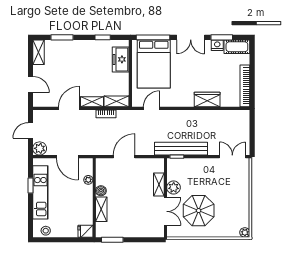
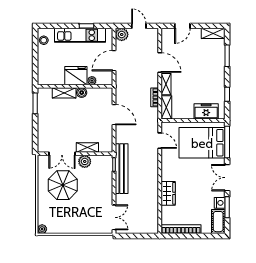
fridge: (86, 231) -> (76, 76), moved, width x1.88, depth x1.34

